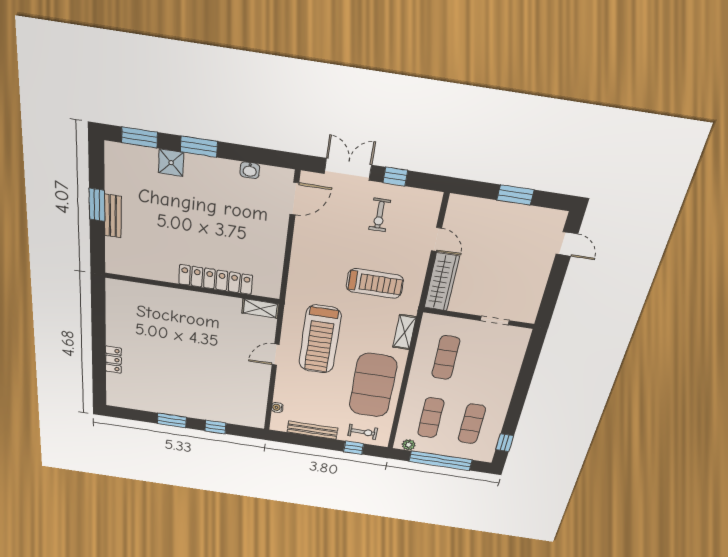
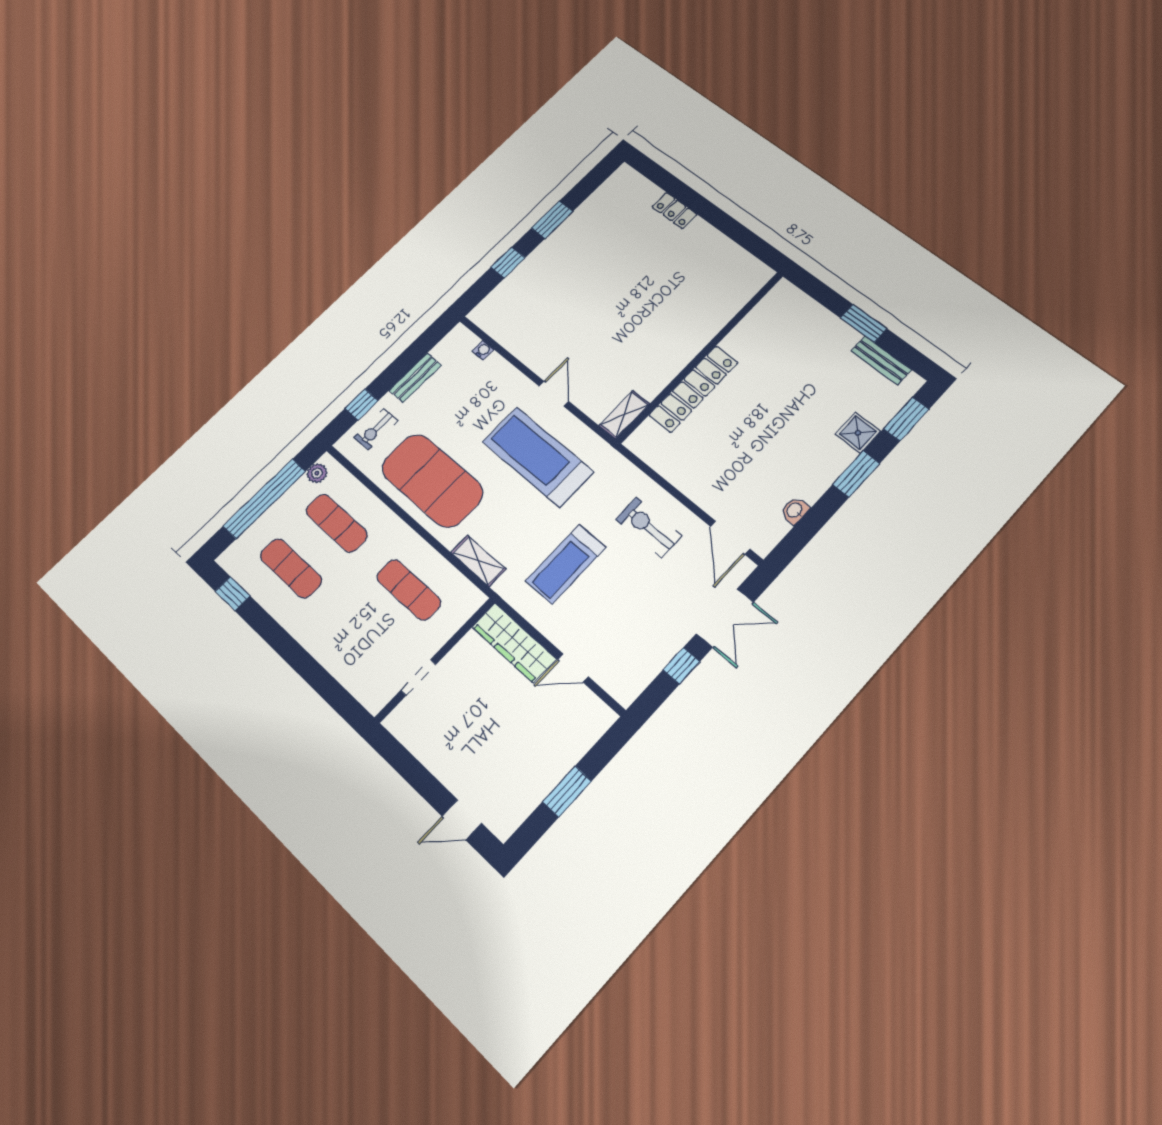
exercise bike: (380, 215) -> (649, 527), moved, width x1.38, depth x1.39
bench: (113, 216) -> (881, 360), moved
bench: (312, 430) -> (415, 378), width x0.73

